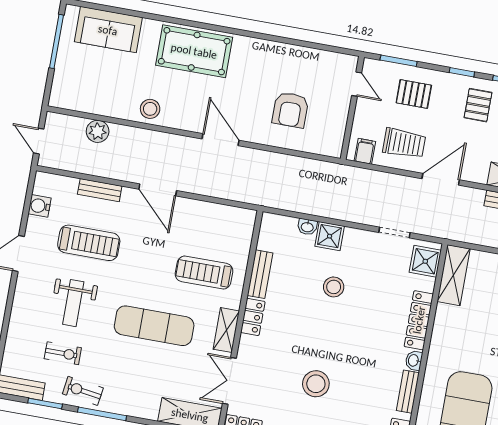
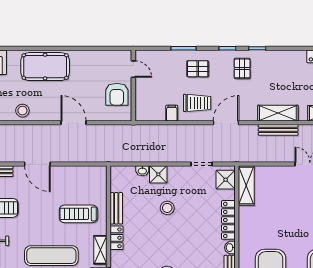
door: (357, 84) -> (133, 69), moved
wall: (352, 108) -> (133, 86), moved

